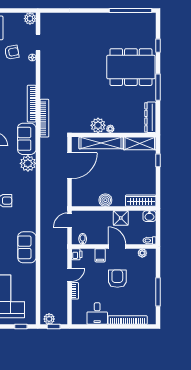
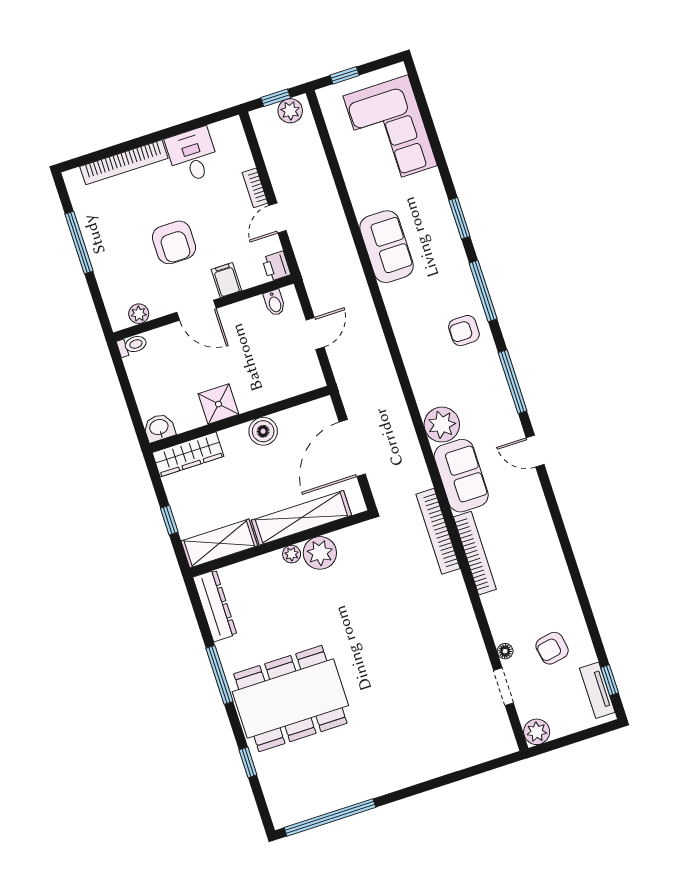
boiler: (105, 200) -> (263, 431), moved
wardrobe: (141, 201) -> (188, 454), moved
wall: (114, 209) -> (240, 419), moved
washbasin: (149, 216) -> (159, 428), moved
shower: (121, 218) -> (218, 404), moved

